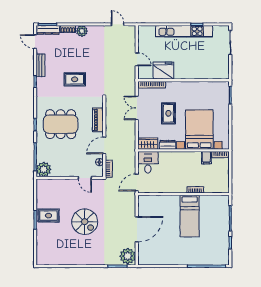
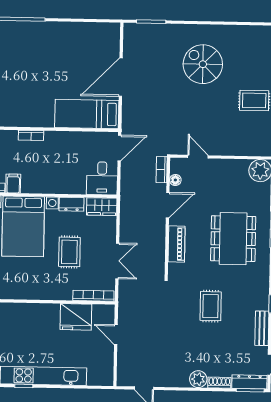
rug: (75, 79) -> (211, 306), turned 90
dining table: (61, 124) -> (233, 239), turned 90
bed: (190, 216) -> (87, 114), moved, turned -90
spiral stairs: (85, 222) -> (203, 64), moved
plant: (128, 256) -> (135, 37), removed

